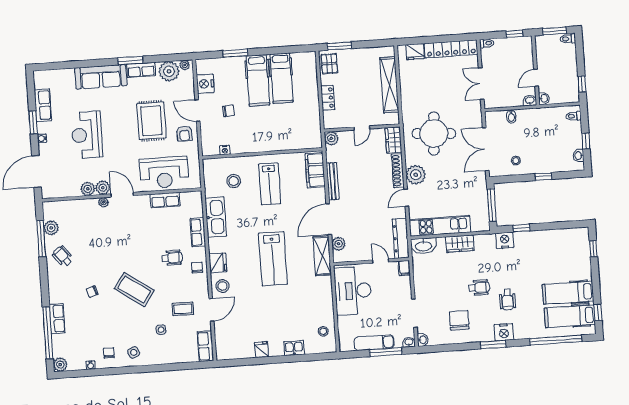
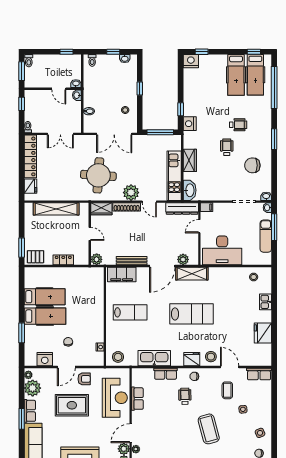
stool: (234, 181) -> (118, 357), moved
door: (329, 219) -> (162, 266), hinge flipped
coffee table: (134, 290) -> (209, 429), turned -50
nightstand: (504, 332) -> (191, 61), moved, turned -90
fridge: (262, 350) -> (263, 333), width x1.88, depth x1.34

